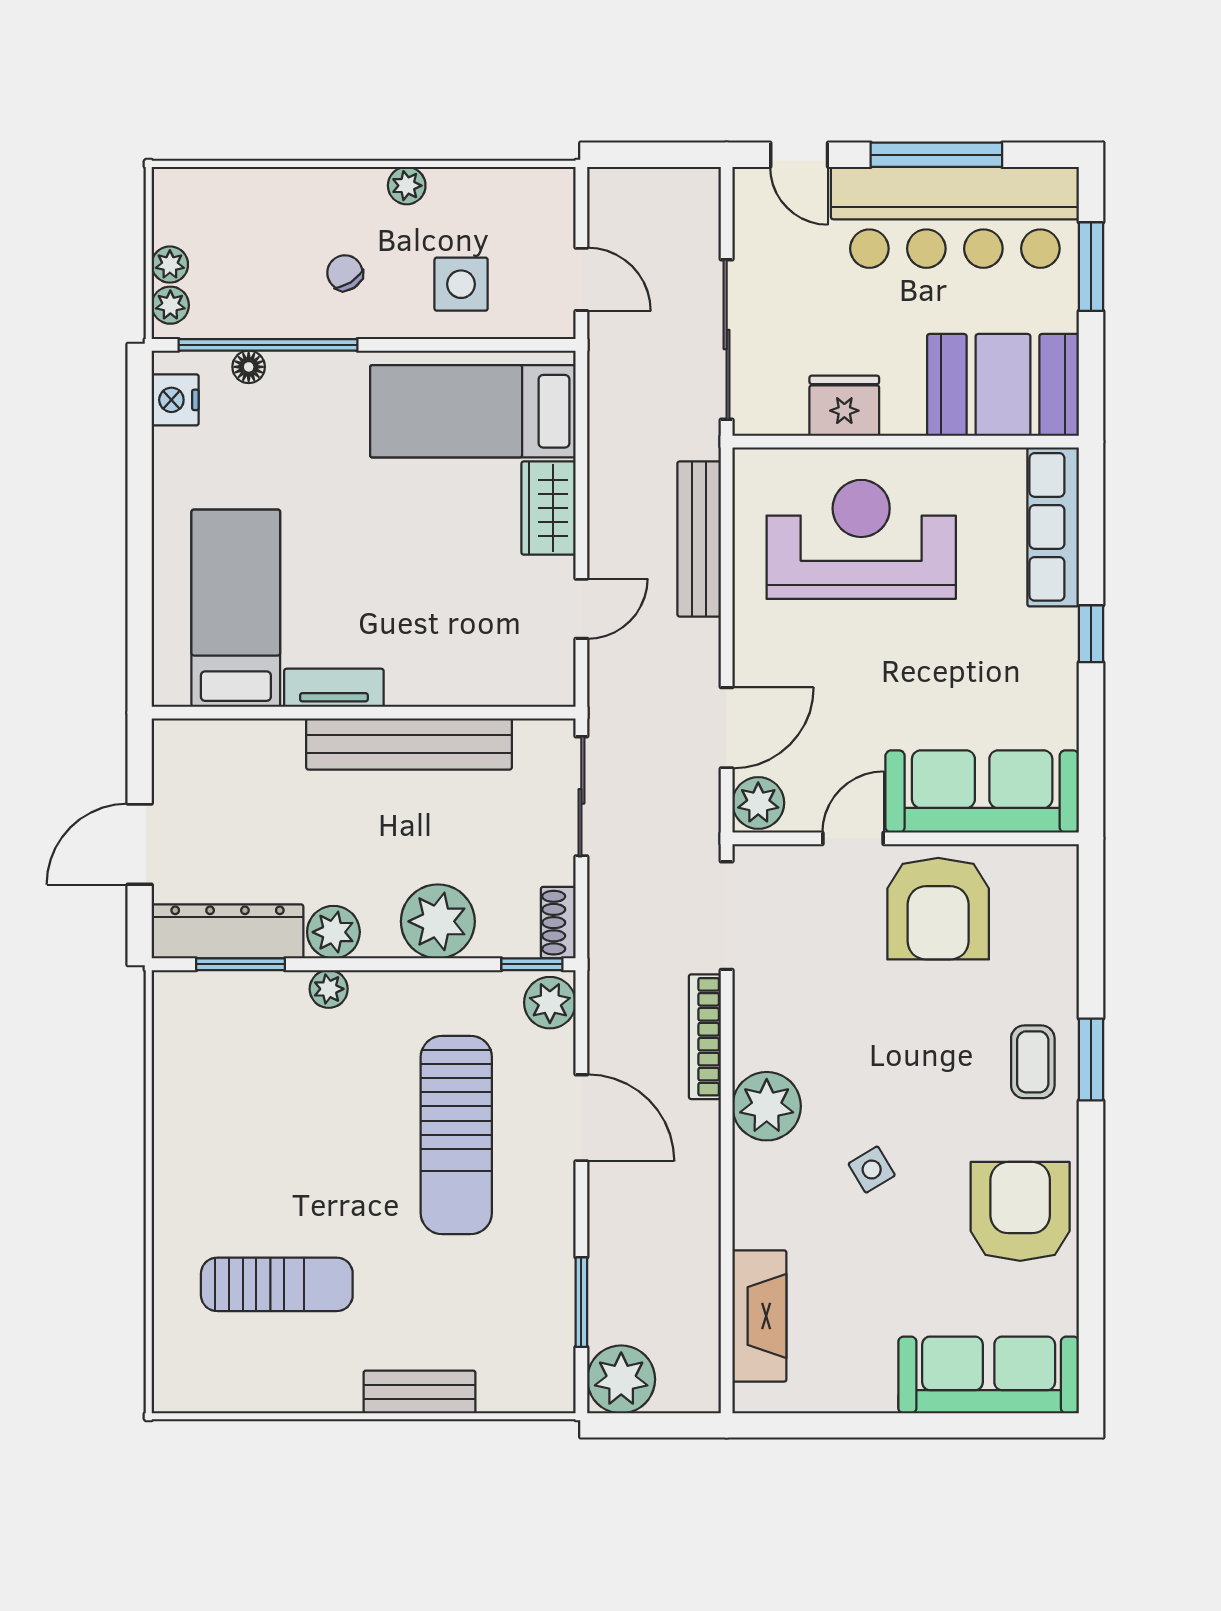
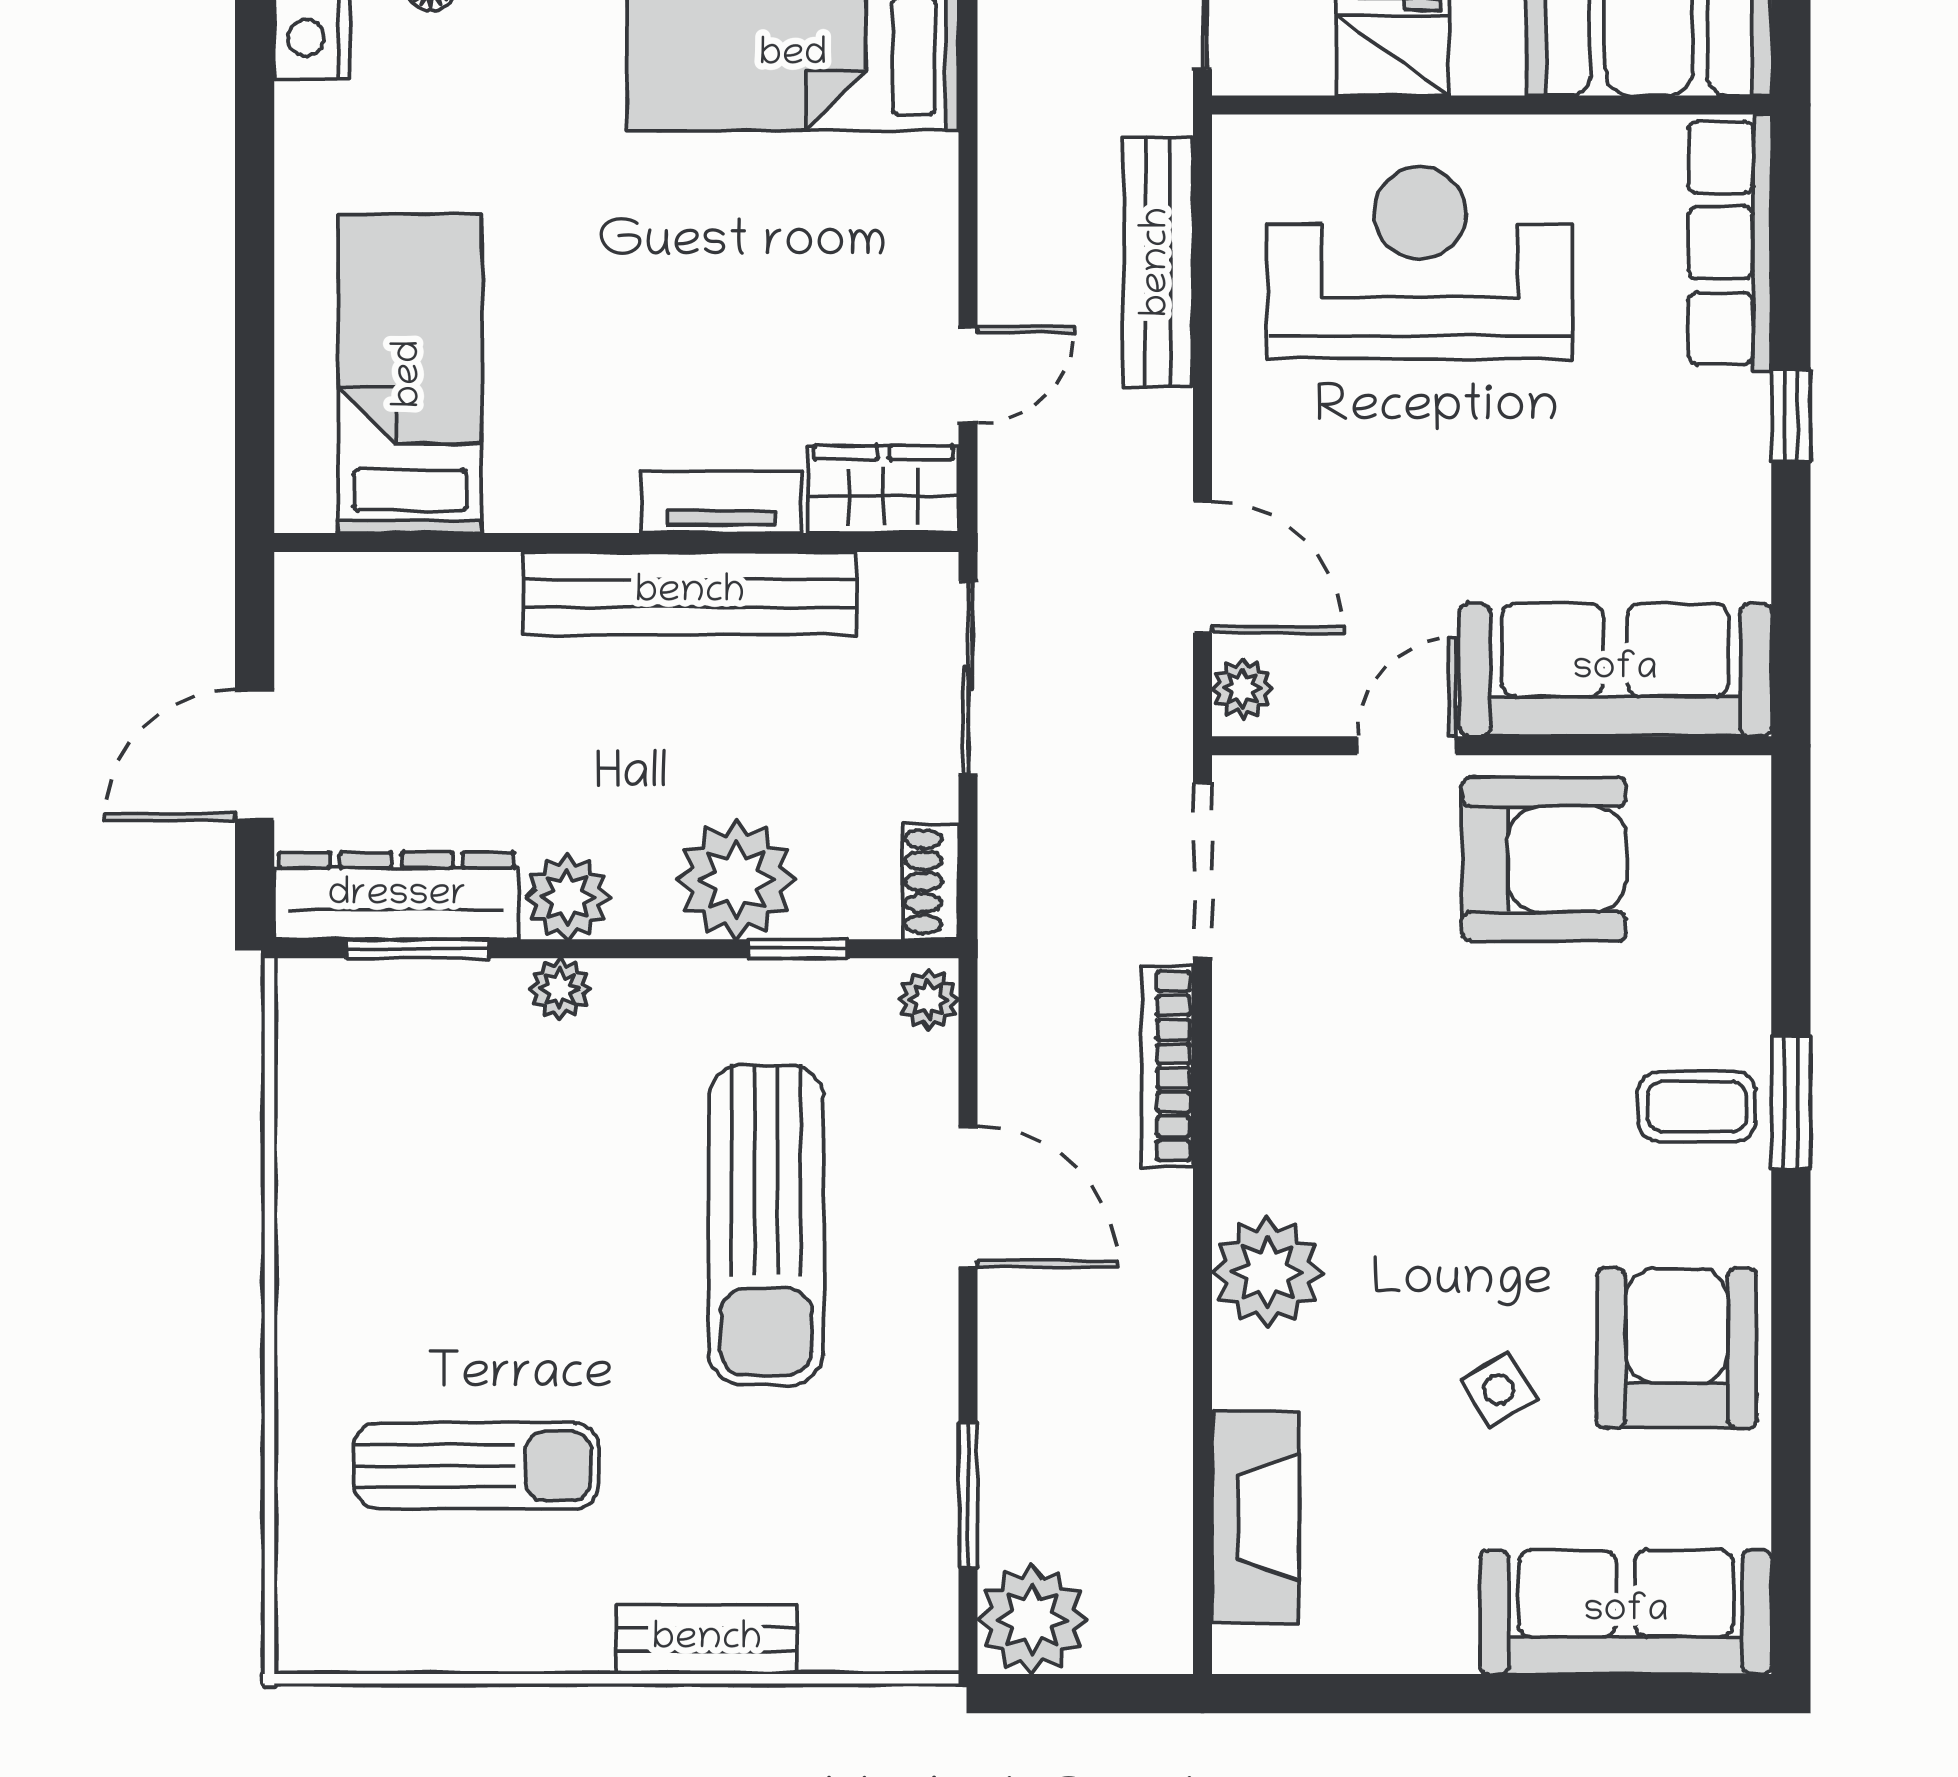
wardrobe: (549, 508) -> (883, 489), moved, turned 90
tv unit: (334, 688) -> (721, 502), moved
door: (727, 728) -> (1203, 567), hinge flipped
plant: (758, 803) -> (1242, 688), width x0.73, depth x0.73
armchair: (938, 909) -> (1544, 859), turned -90
window: (532, 964) -> (798, 949), moved
plant: (550, 1003) -> (928, 1000), width x0.73, depth x0.73
coffee table: (1033, 1062) -> (1697, 1107), turned 90
plant: (767, 1106) -> (1267, 1272), moved
side table: (872, 1170) -> (1499, 1390), moved

